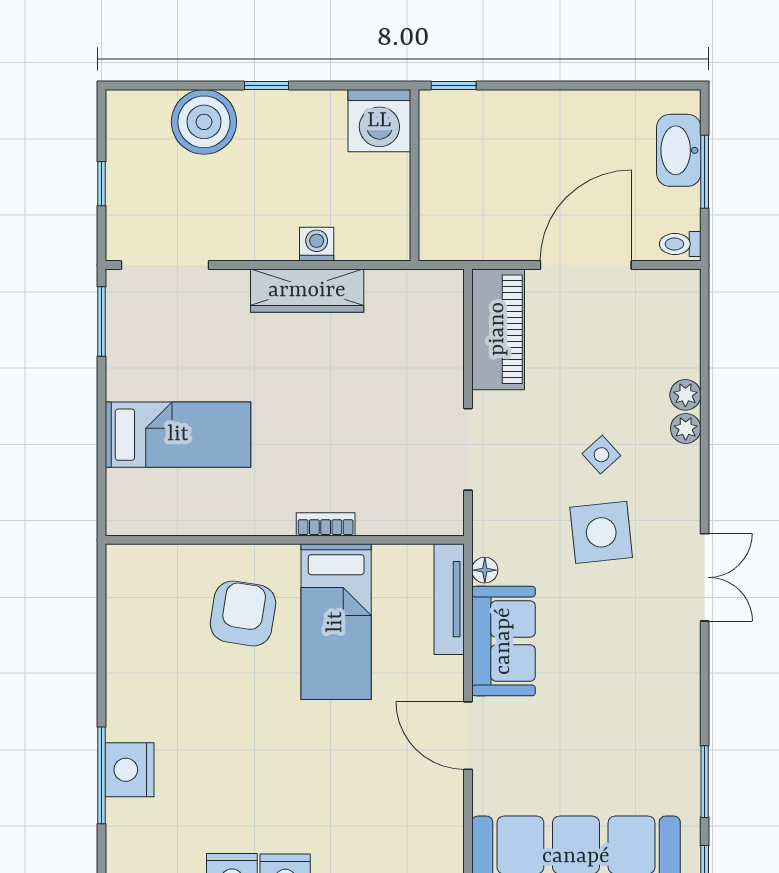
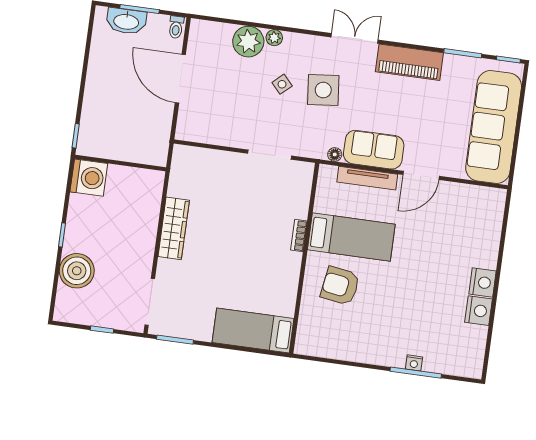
washing machine: (317, 244) -> (150, 220), removed
piano: (498, 329) -> (409, 62), moved, turned 180
plant: (685, 395) -> (248, 42), width x1.88, depth x1.88
bed: (178, 435) -> (253, 331), moved, turned -90
tv unit: (449, 599) -> (367, 178), moved
nightstand: (130, 770) -> (414, 363), width x0.53, depth x0.56

